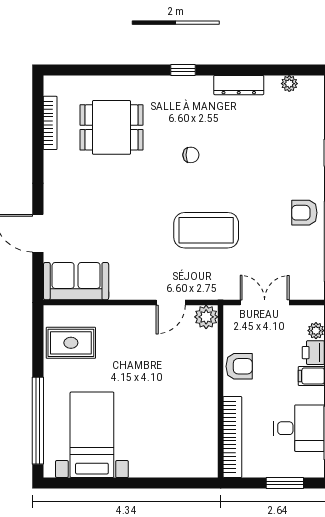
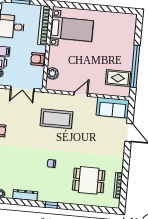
coffee table: (206, 230) -> (56, 119), moved
door: (171, 302) -> (81, 94), moved
plant: (206, 317) -> (52, 73), moved
window: (38, 421) -> (135, 66), moved
bed with nightstands: (92, 435) -> (72, 29), moved, turned -90

